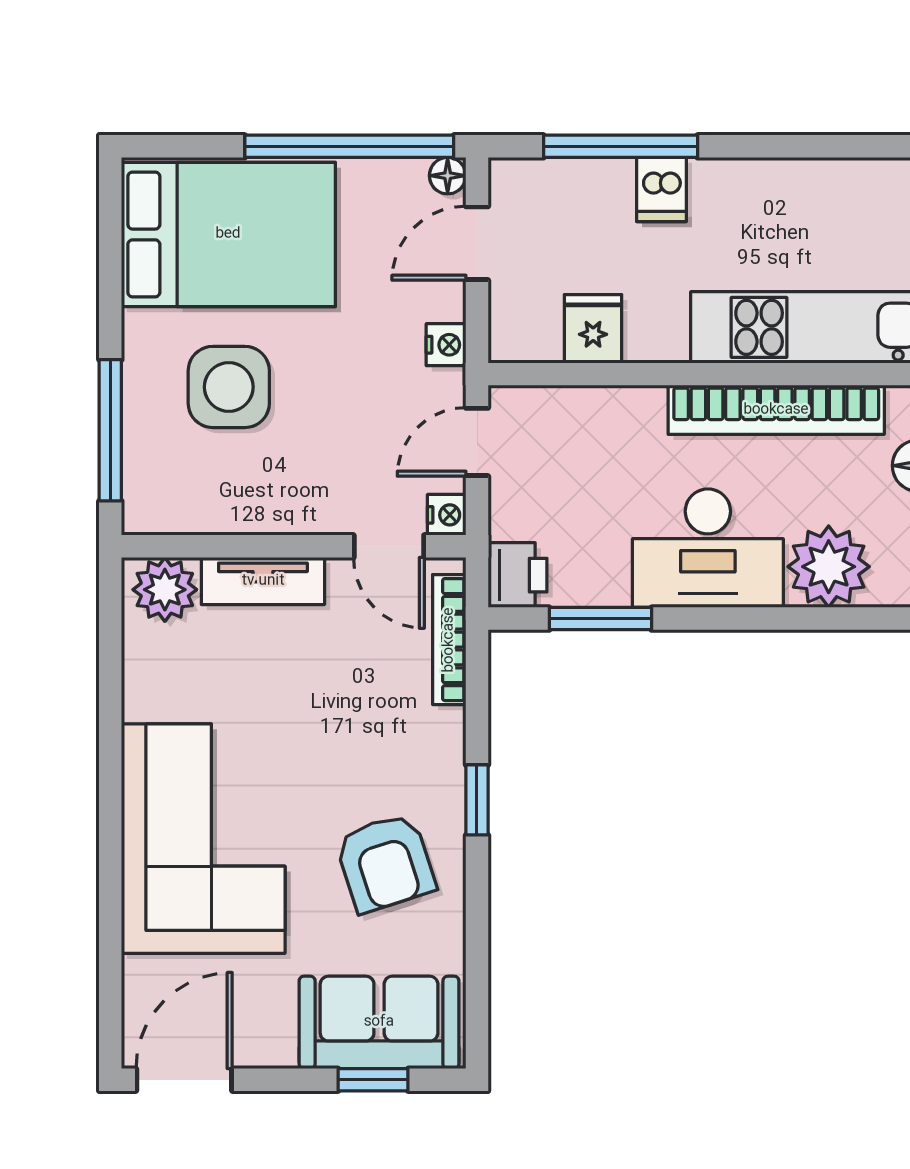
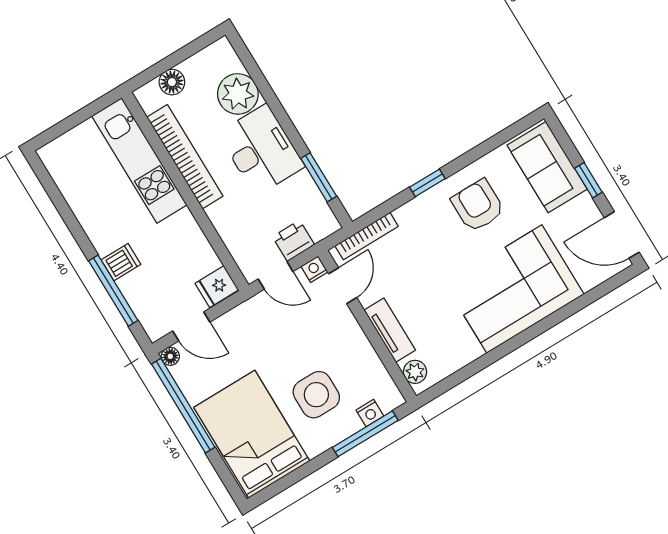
fridge: (593, 329) -> (217, 287), moved
nightstand: (446, 345) -> (370, 413), moved, turned 180
printer: (518, 575) -> (294, 241), moved
plant: (165, 590) -> (415, 372), width x0.73, depth x0.73
armchair: (385, 863) -> (478, 206), turned -72
window: (373, 1080) -> (588, 180), moved

